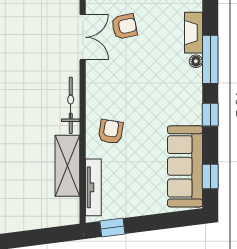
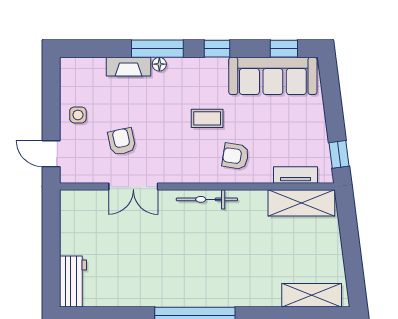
double door: (83, 37) -> (133, 187), swing flipped
coffee table: (146, 105) -> (207, 118), added
shelving: (67, 166) -> (301, 203), moved
tv unit: (93, 187) -> (296, 175), width x0.71

